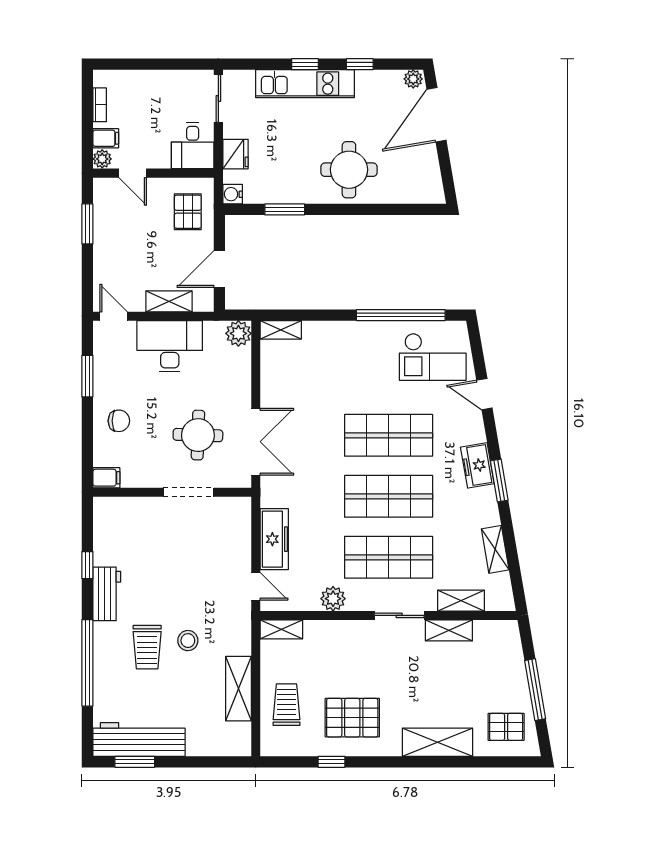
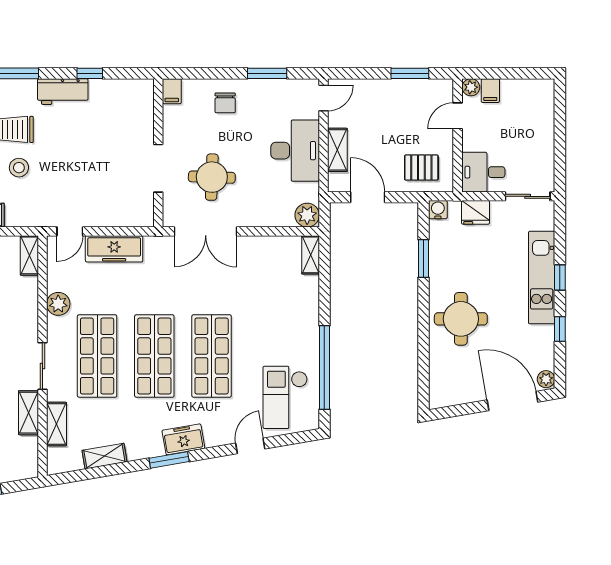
bookcase: (100, 105) -> (522, 85), removed

